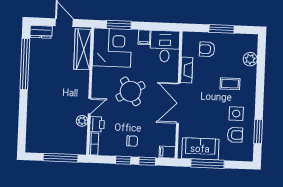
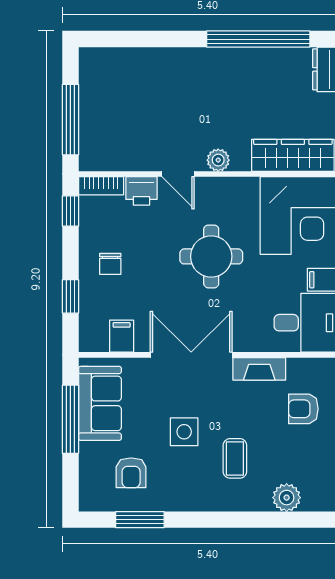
armchair: (207, 49) -> (303, 409), turned -90
round table: (130, 91) -> (211, 256), turned 31
side table: (236, 114) -> (184, 432), moved
plant: (82, 121) -> (218, 160), moved
filing cabinet: (167, 152) -> (122, 336), moved
window: (123, 160) -> (70, 211), moved

